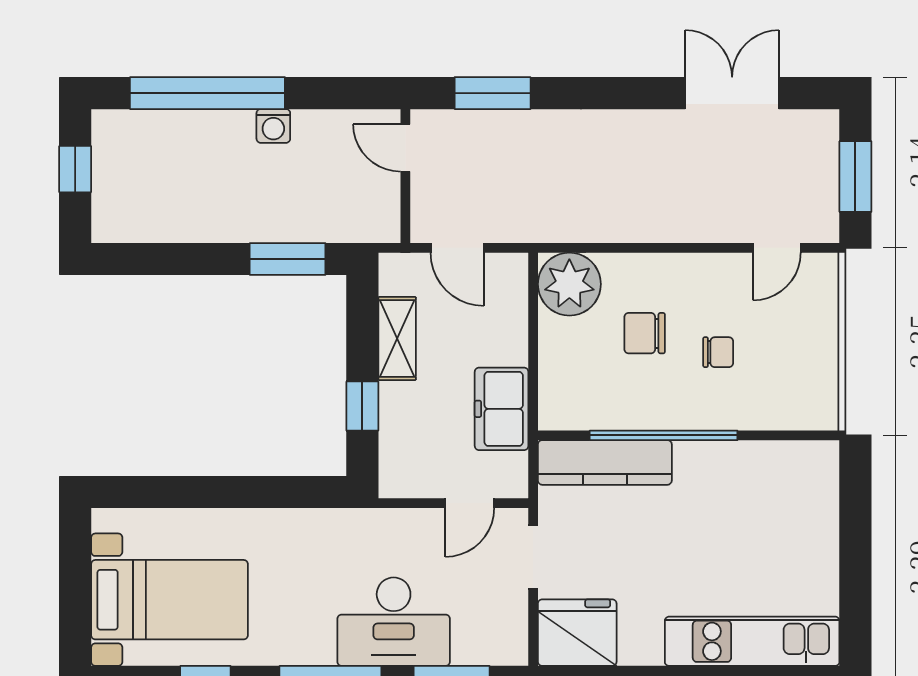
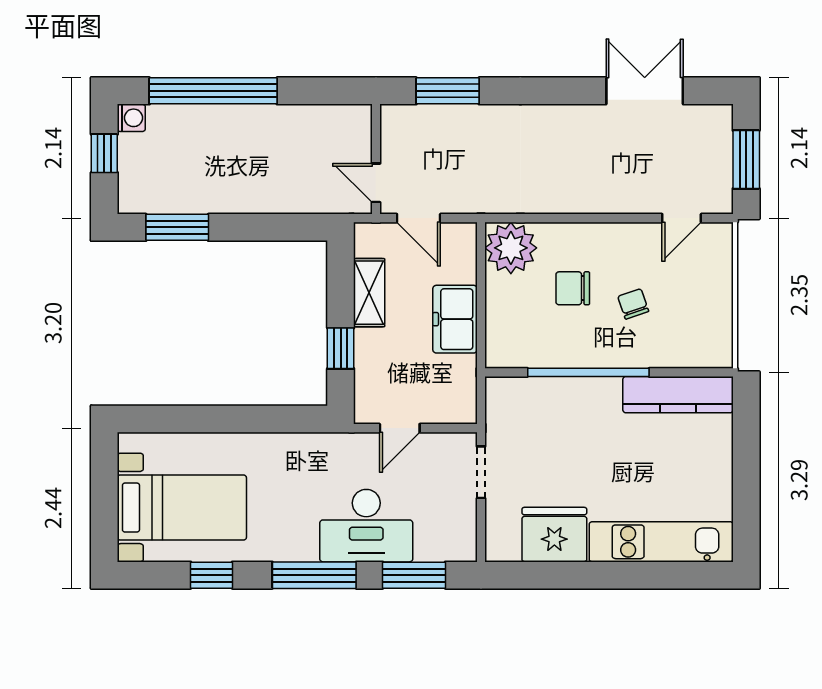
washing machine: (273, 126) -> (131, 118), moved, turned -90
door: (405, 148) -> (376, 183), moved
window: (288, 259) -> (177, 227), moved
chair: (718, 352) -> (633, 304), turned -109
freezer: (502, 409) -> (455, 319), moved
kitchen counter: (605, 462) -> (678, 395), moved
door: (470, 503) -> (400, 428), moved
fridge: (577, 633) -> (554, 535), moved

